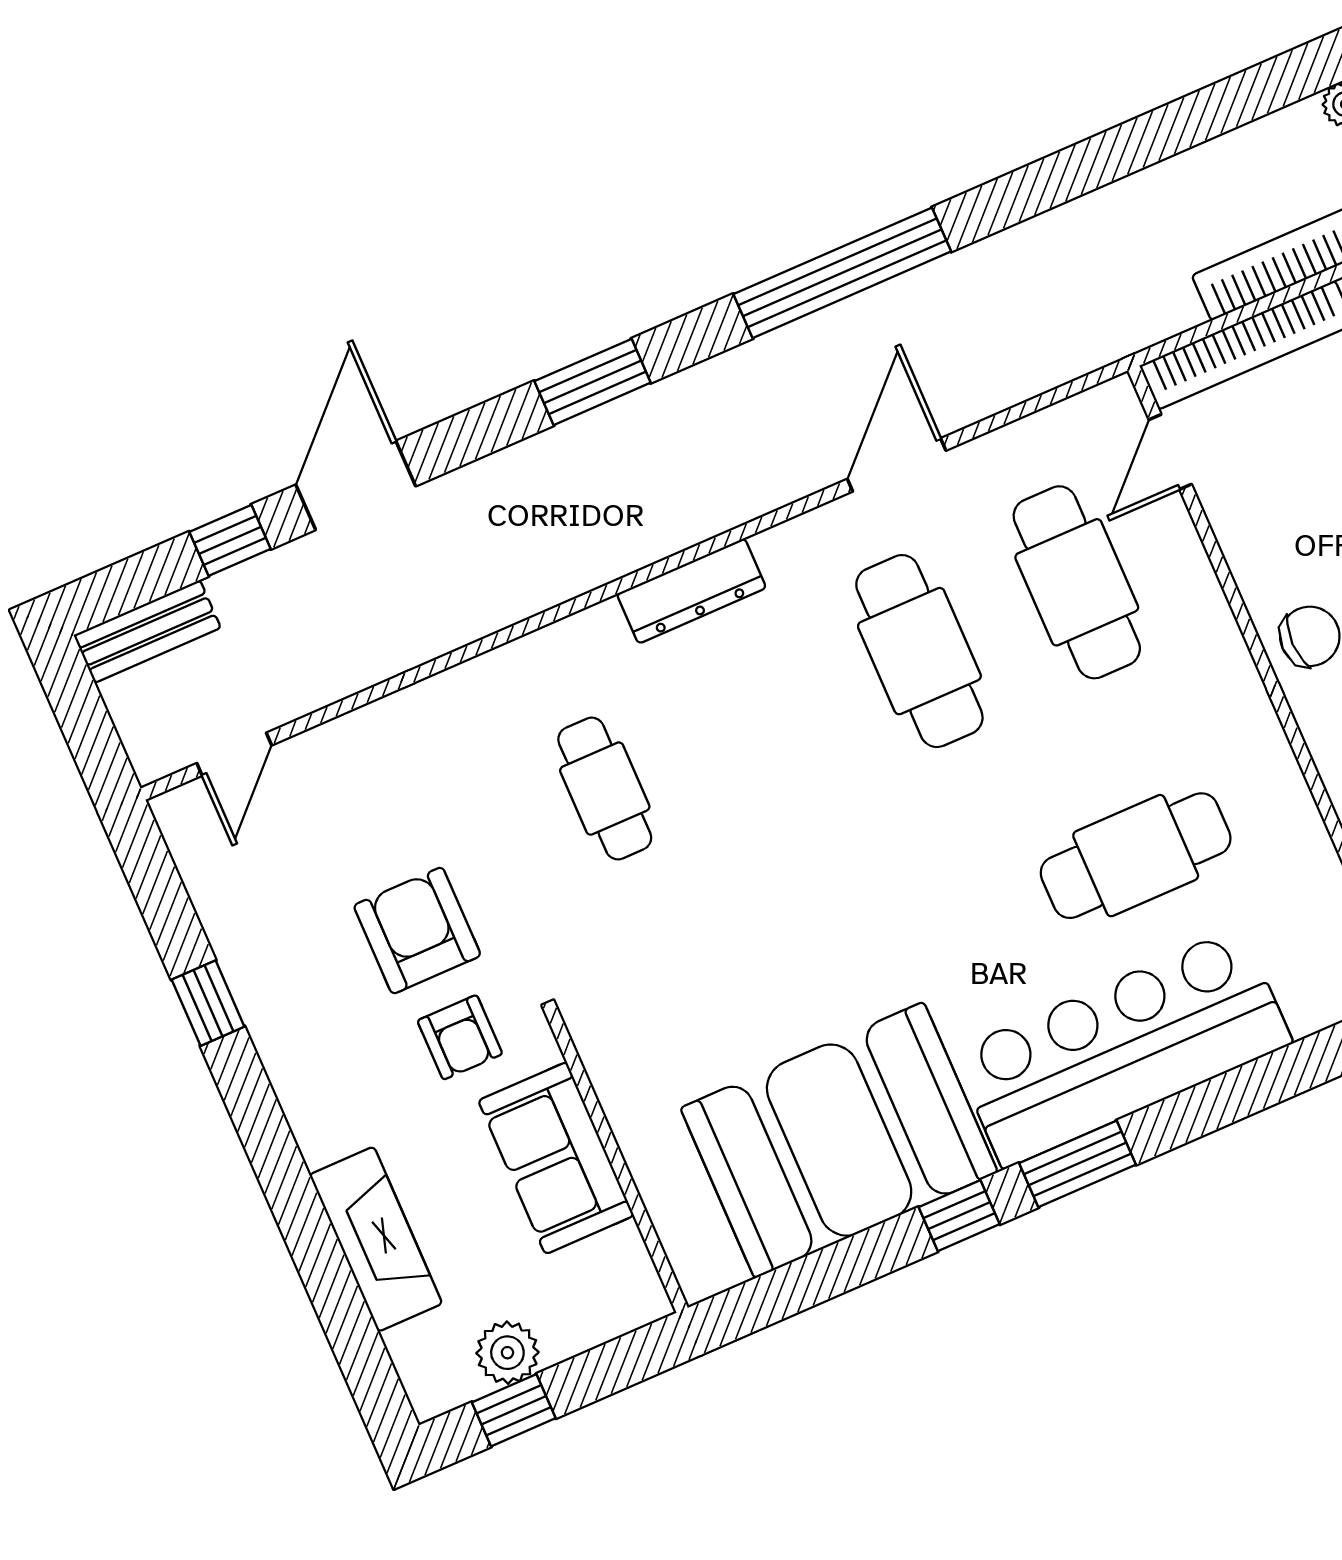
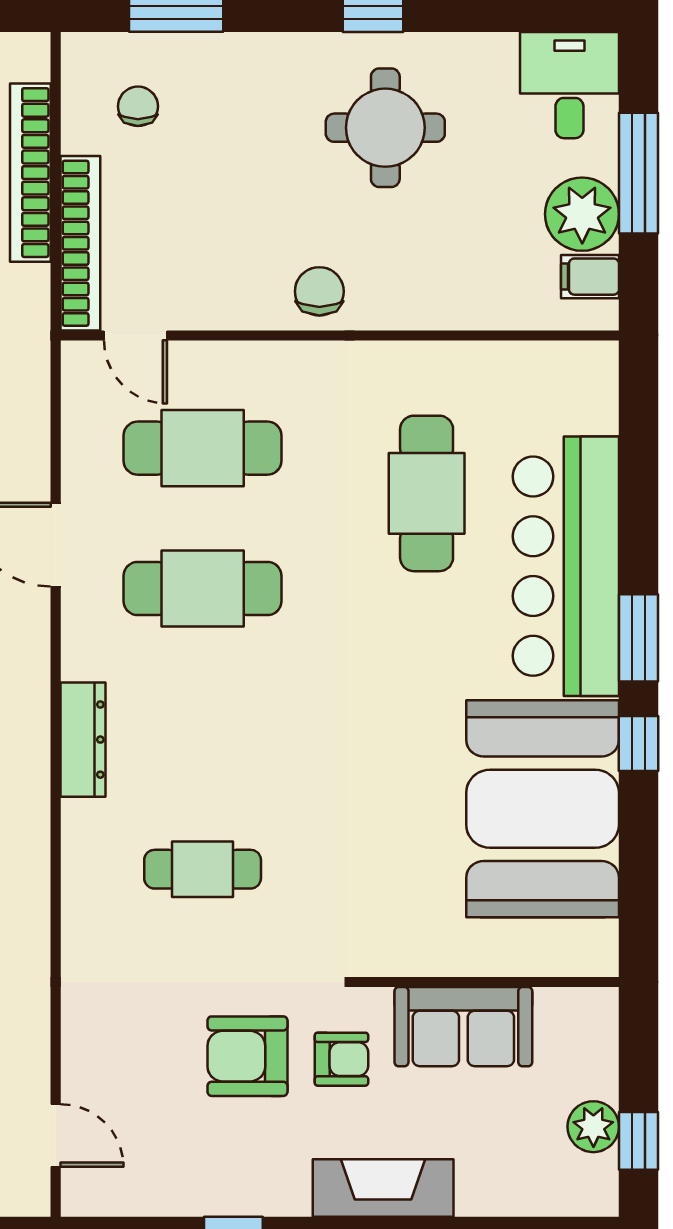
fireplace: (376, 1239) -> (383, 1188), moved

